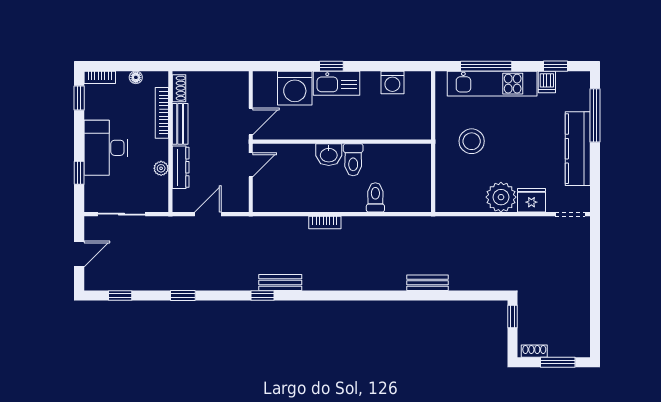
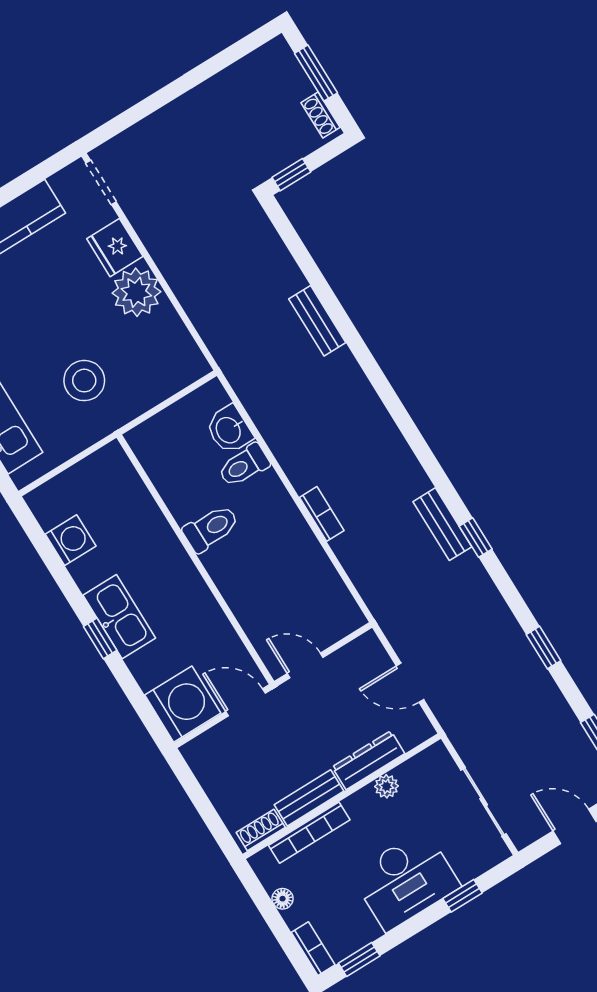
washing machine: (295, 88) -> (183, 704), moved
washbasin: (329, 155) -> (229, 430), moved, turned 180

